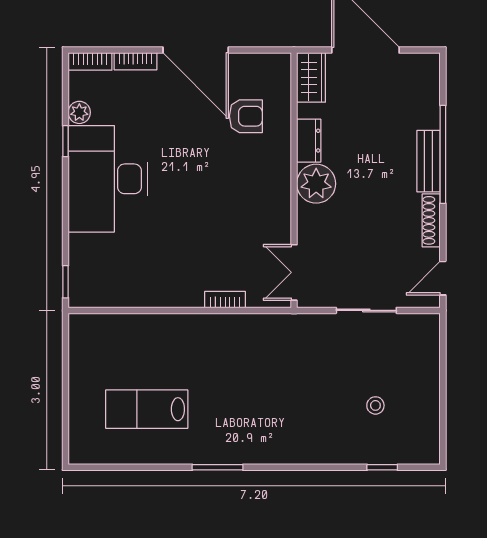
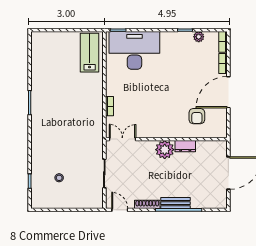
wardrobe: (311, 77) -> (215, 147), removed
desk: (108, 179) -> (134, 50), moved
lab bench: (147, 409) -> (90, 53), moved

